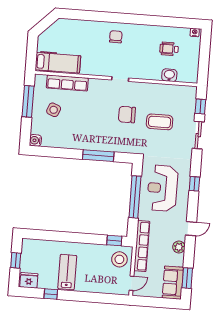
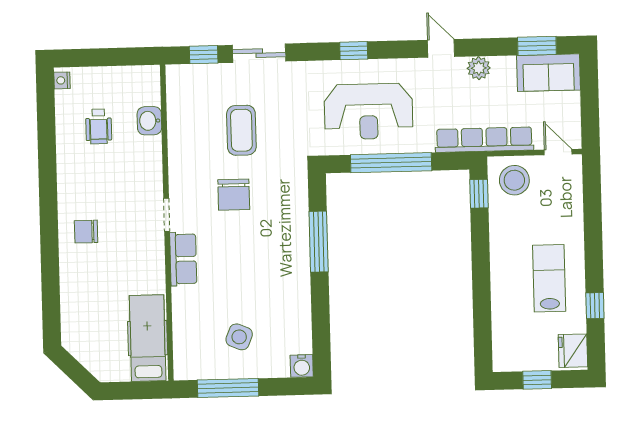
row of seats: (67, 83) -> (183, 259), moved, width x0.68
lab bench: (67, 272) -> (549, 278), turned 90

